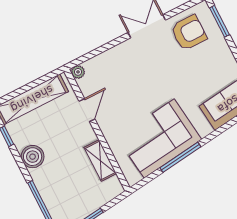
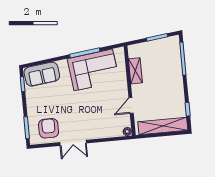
armchair: (189, 33) -> (49, 128), turned 90
boiler: (33, 157) -> (176, 90), removed

